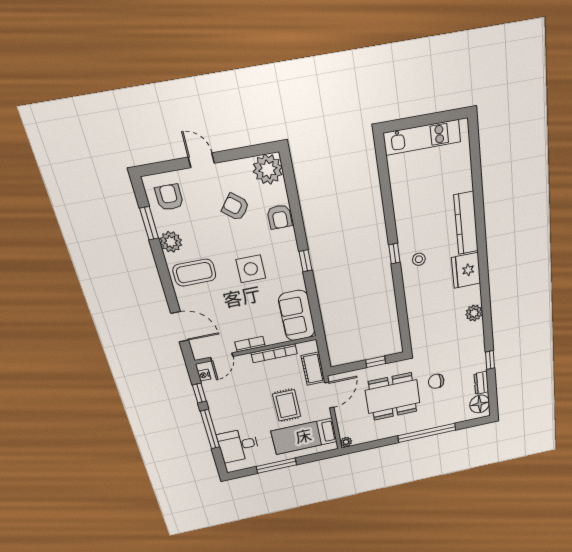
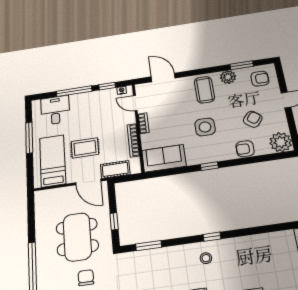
window: (404, 323) -> (149, 246), added
door: (180, 327) -> (163, 77), swing flipped
plant: (346, 442) -> (39, 195), removed

